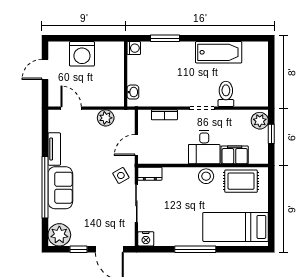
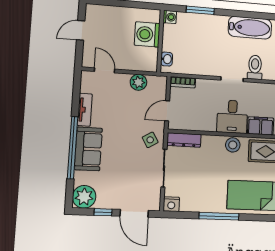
washing machine: (82, 54) -> (147, 34), moved, turned 90
bookcase: (164, 115) -> (183, 82), moved
dresser: (150, 174) -> (184, 140), width x1.44

